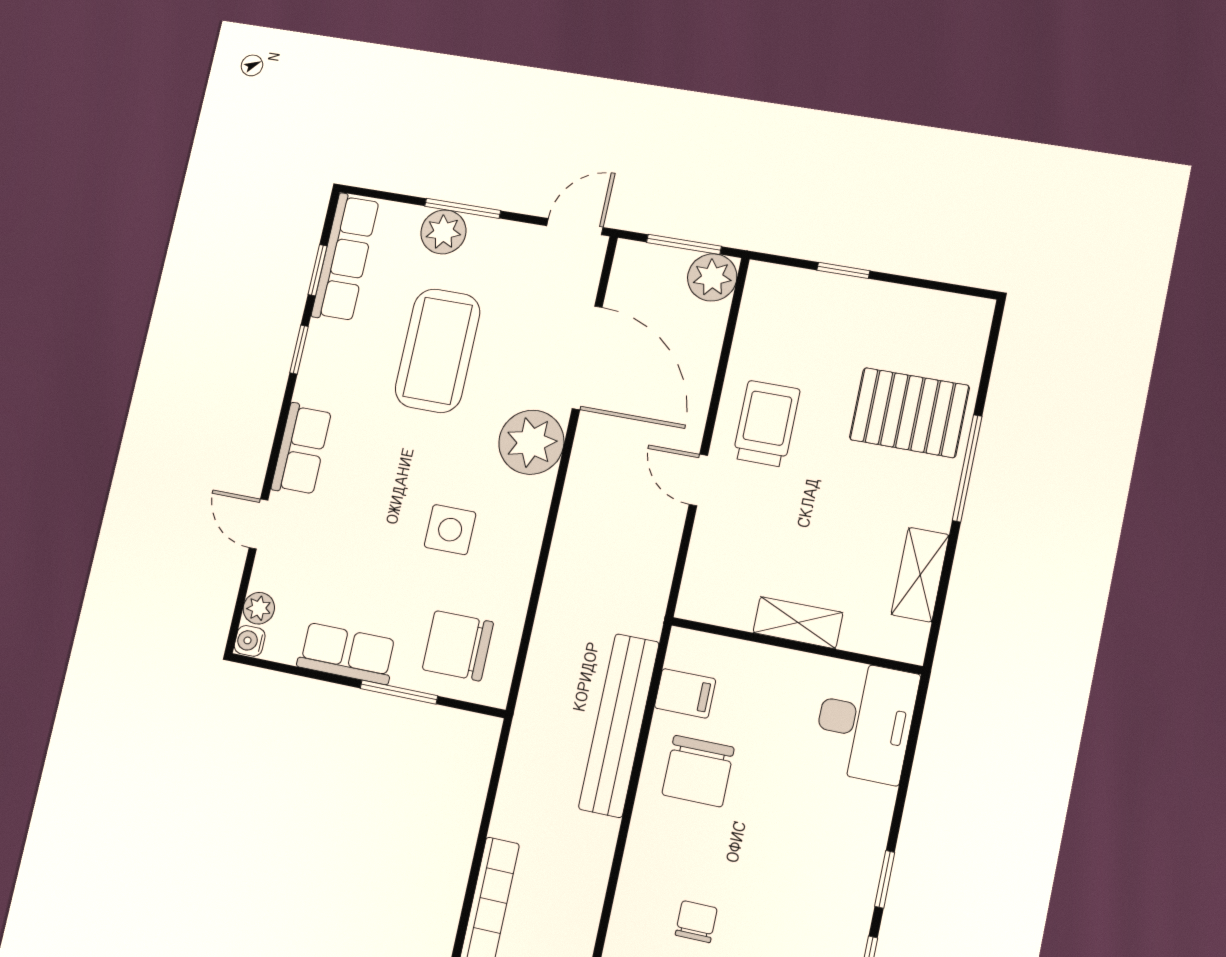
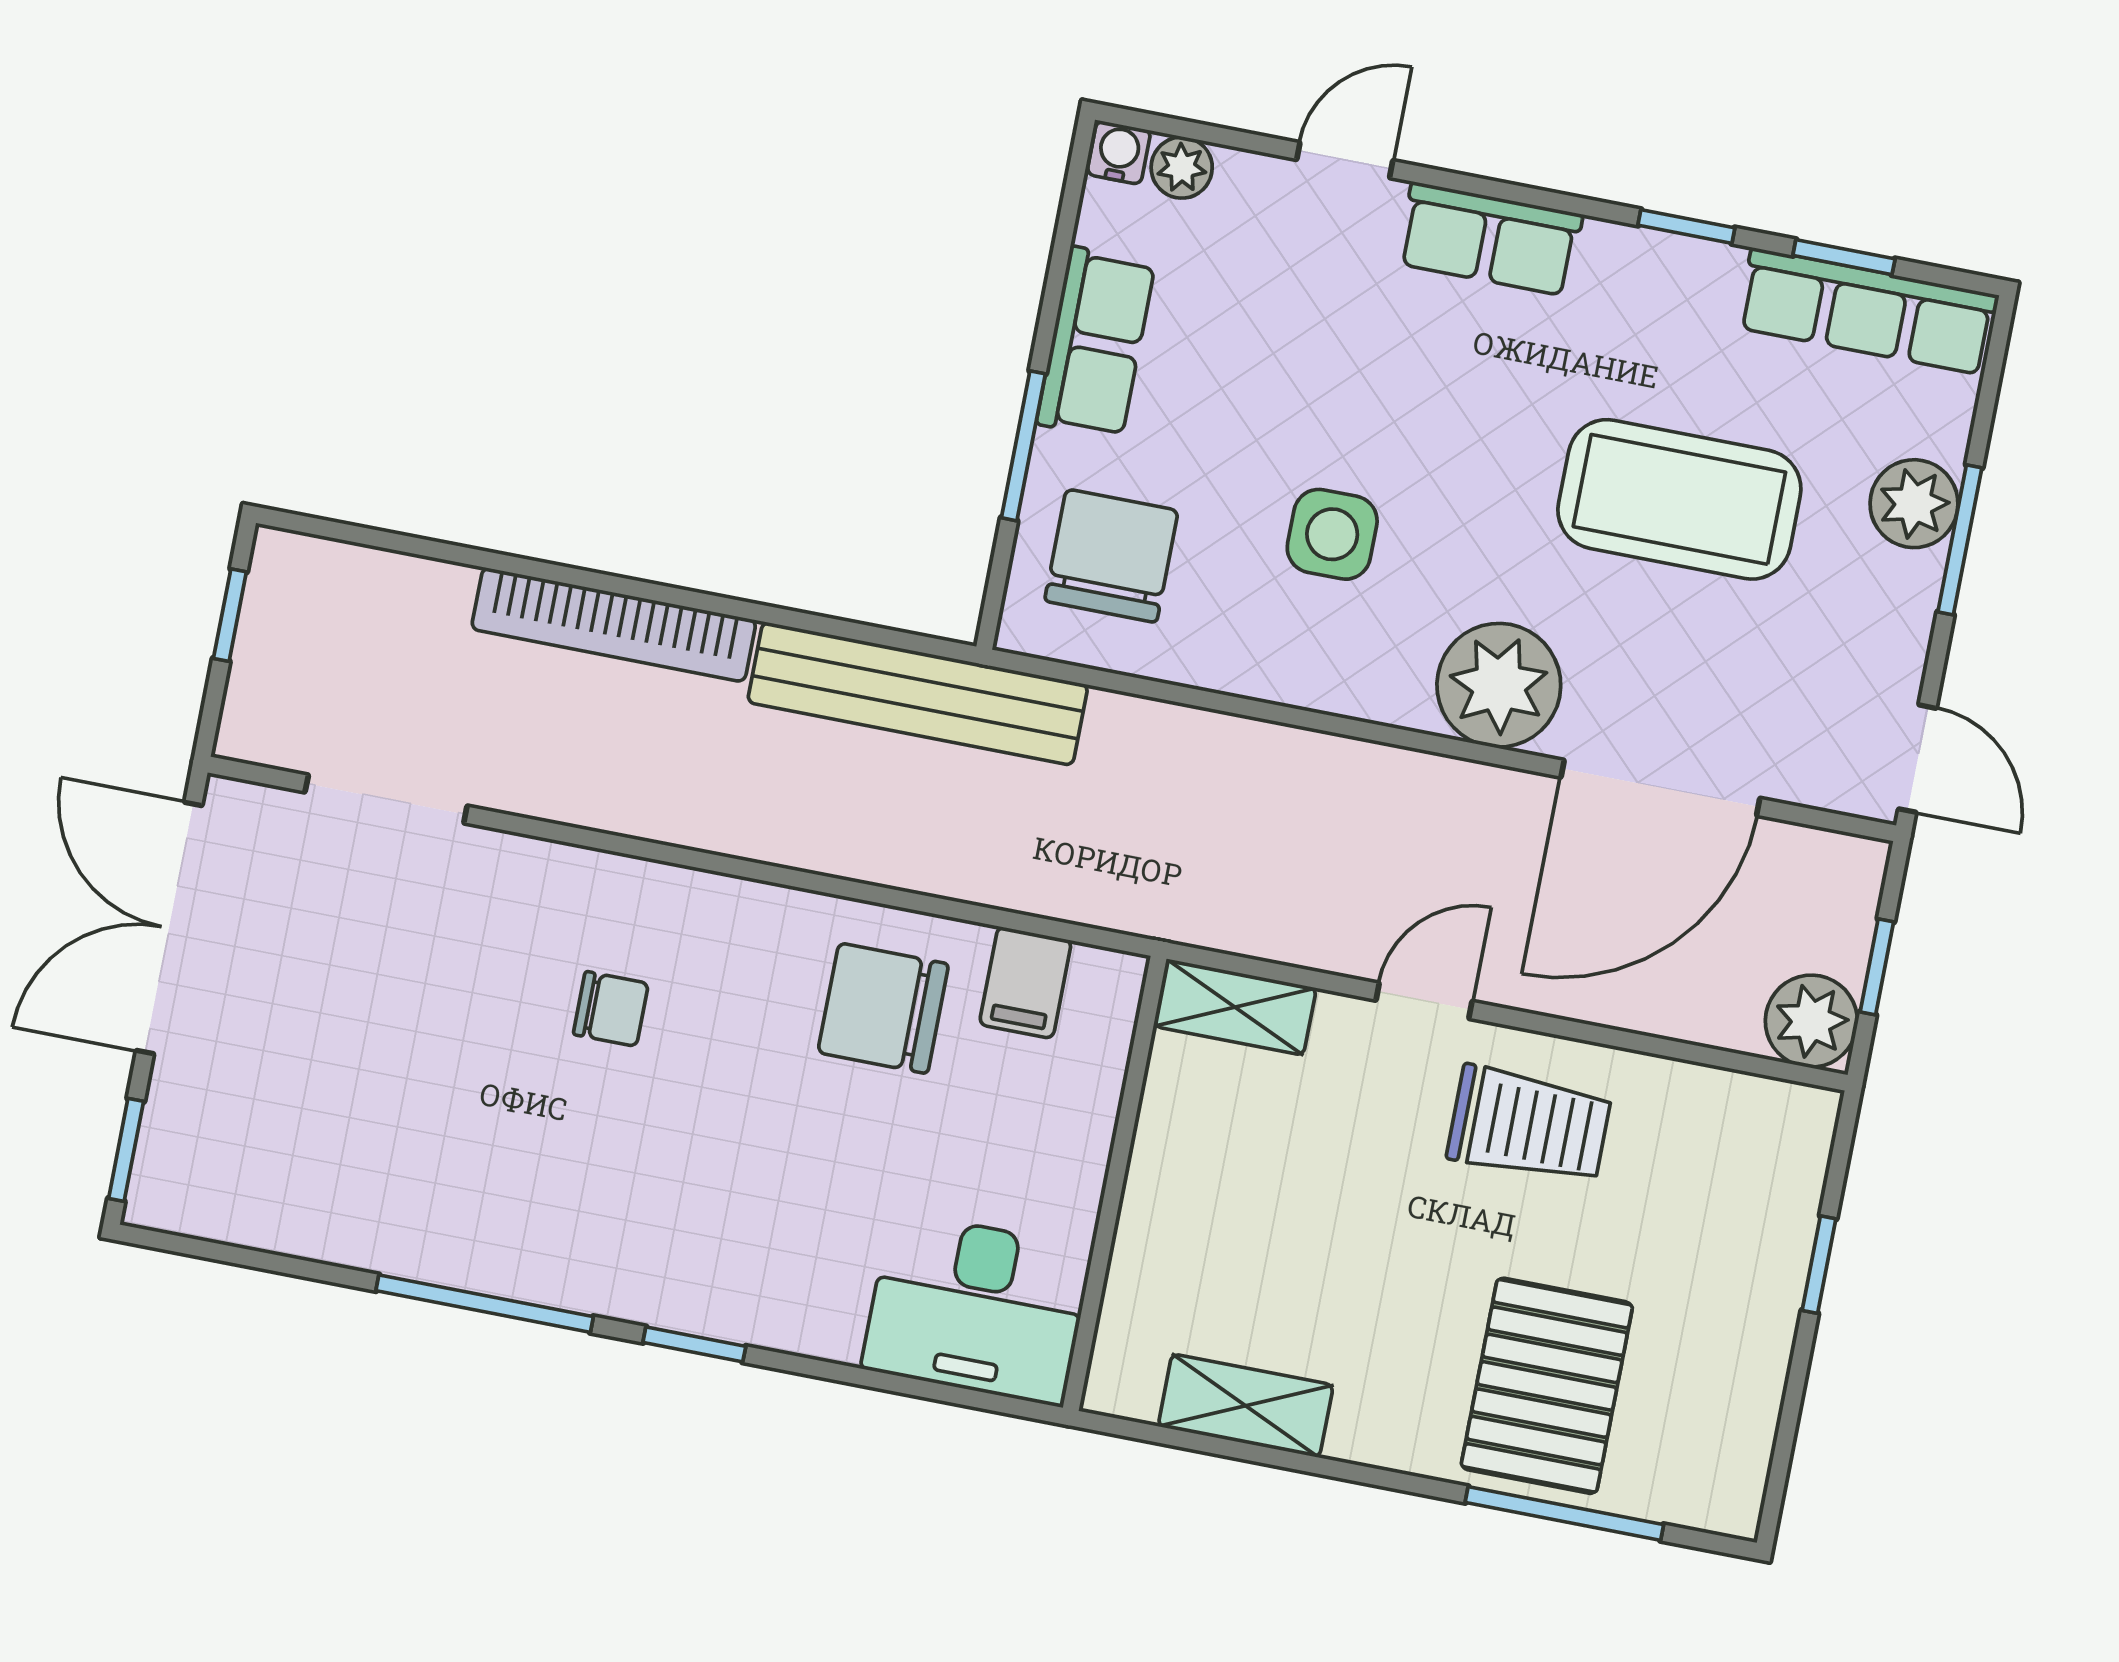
window: (684, 244) -> (1877, 967), width x0.67
window: (967, 468) -> (1564, 1513), moved
shelving: (798, 623) -> (1235, 1007), moved, turned 90
bench: (619, 725) -> (918, 694), moved

